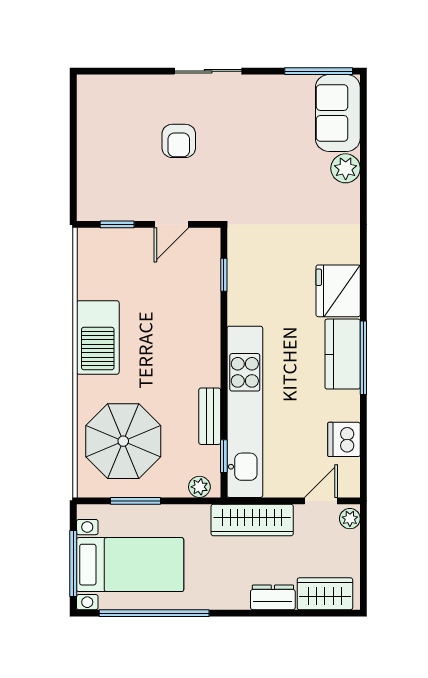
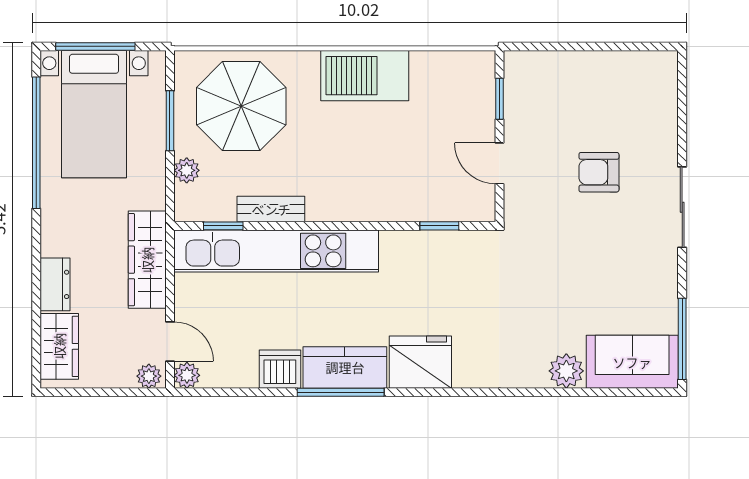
dishwasher: (344, 439) -> (280, 369), moved
plant: (199, 487) -> (187, 170), moved
plant: (349, 487) -> (187, 375), added

